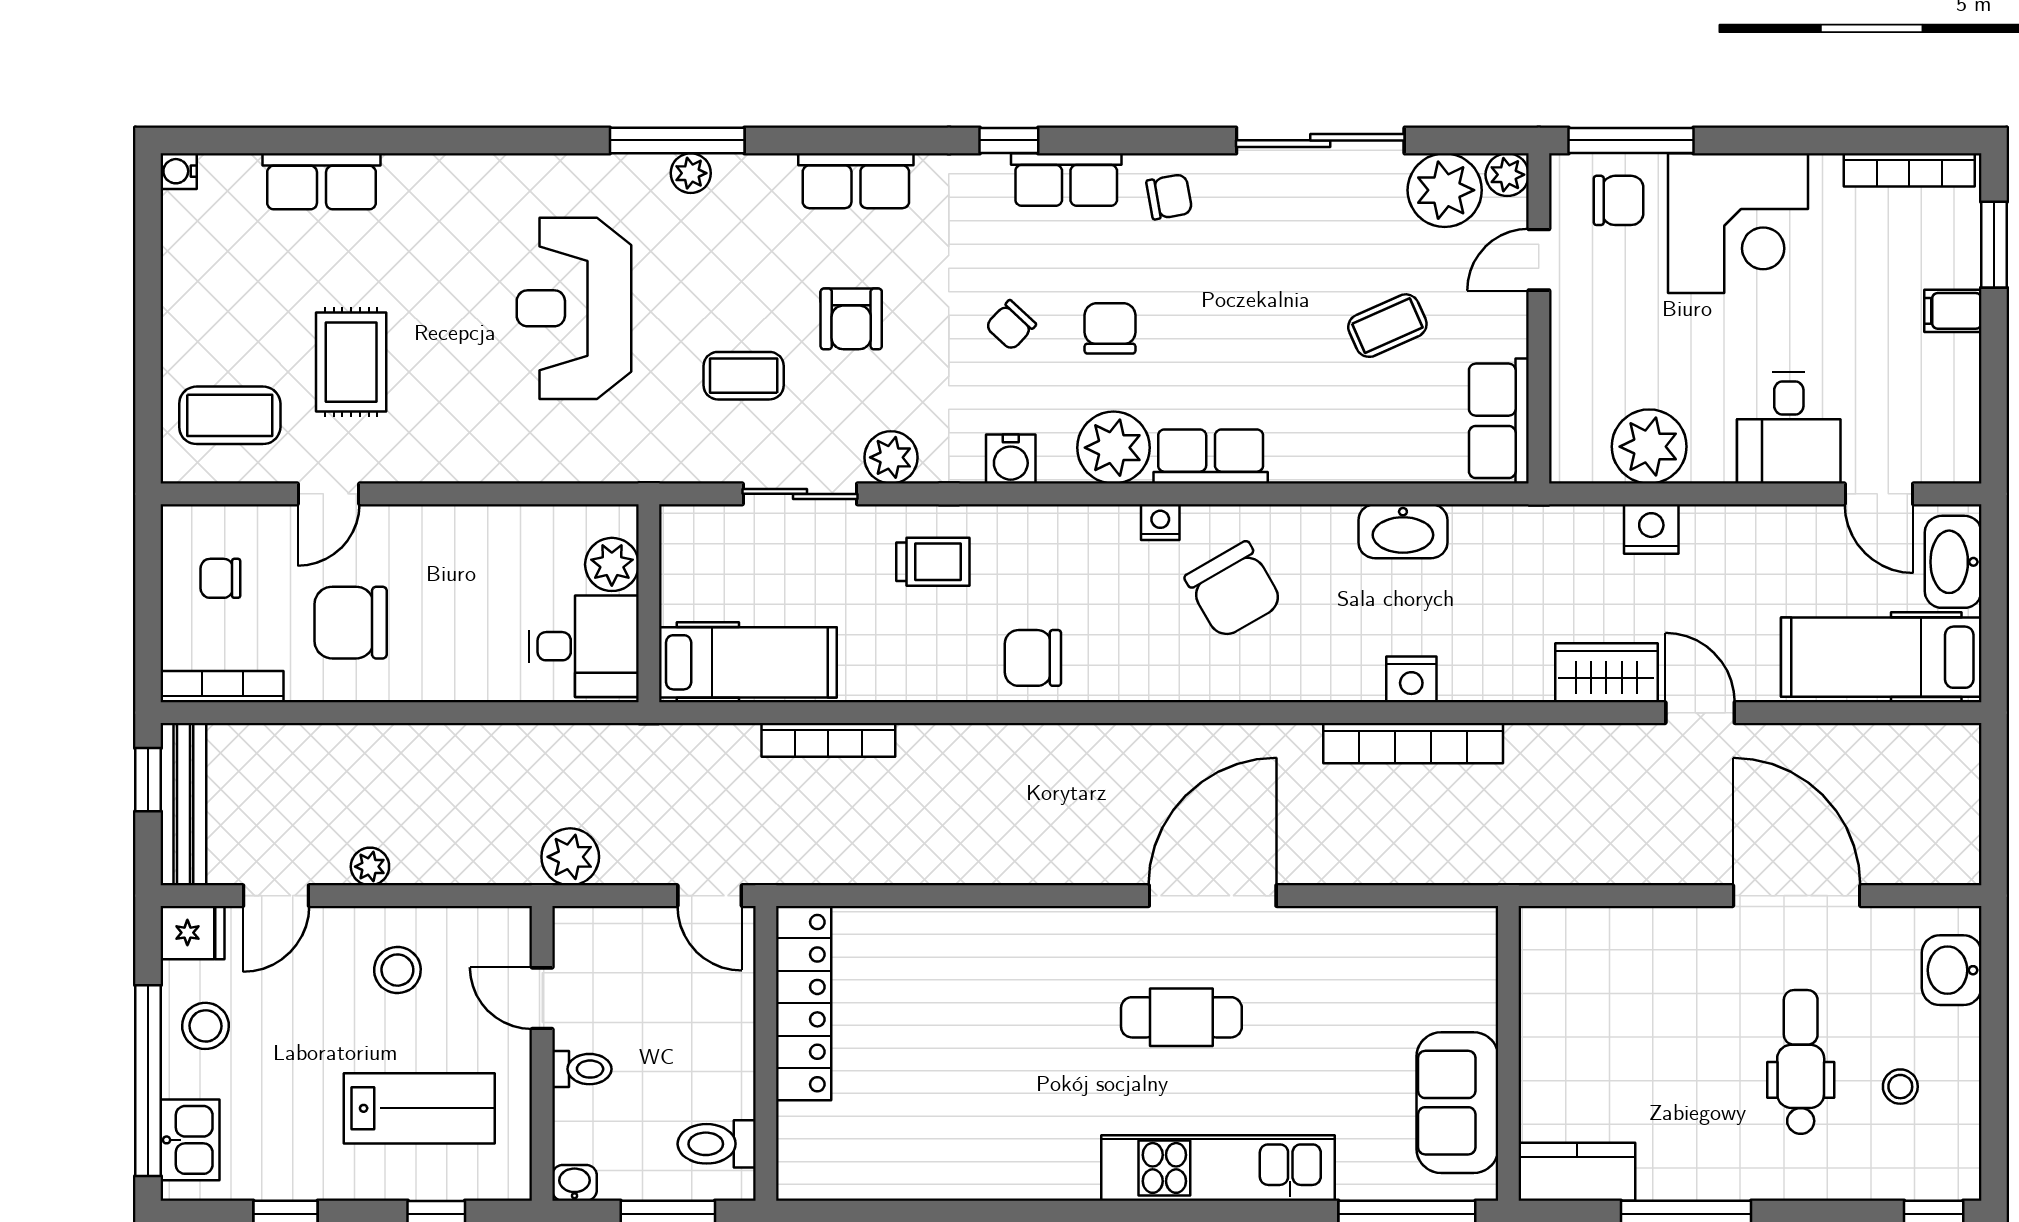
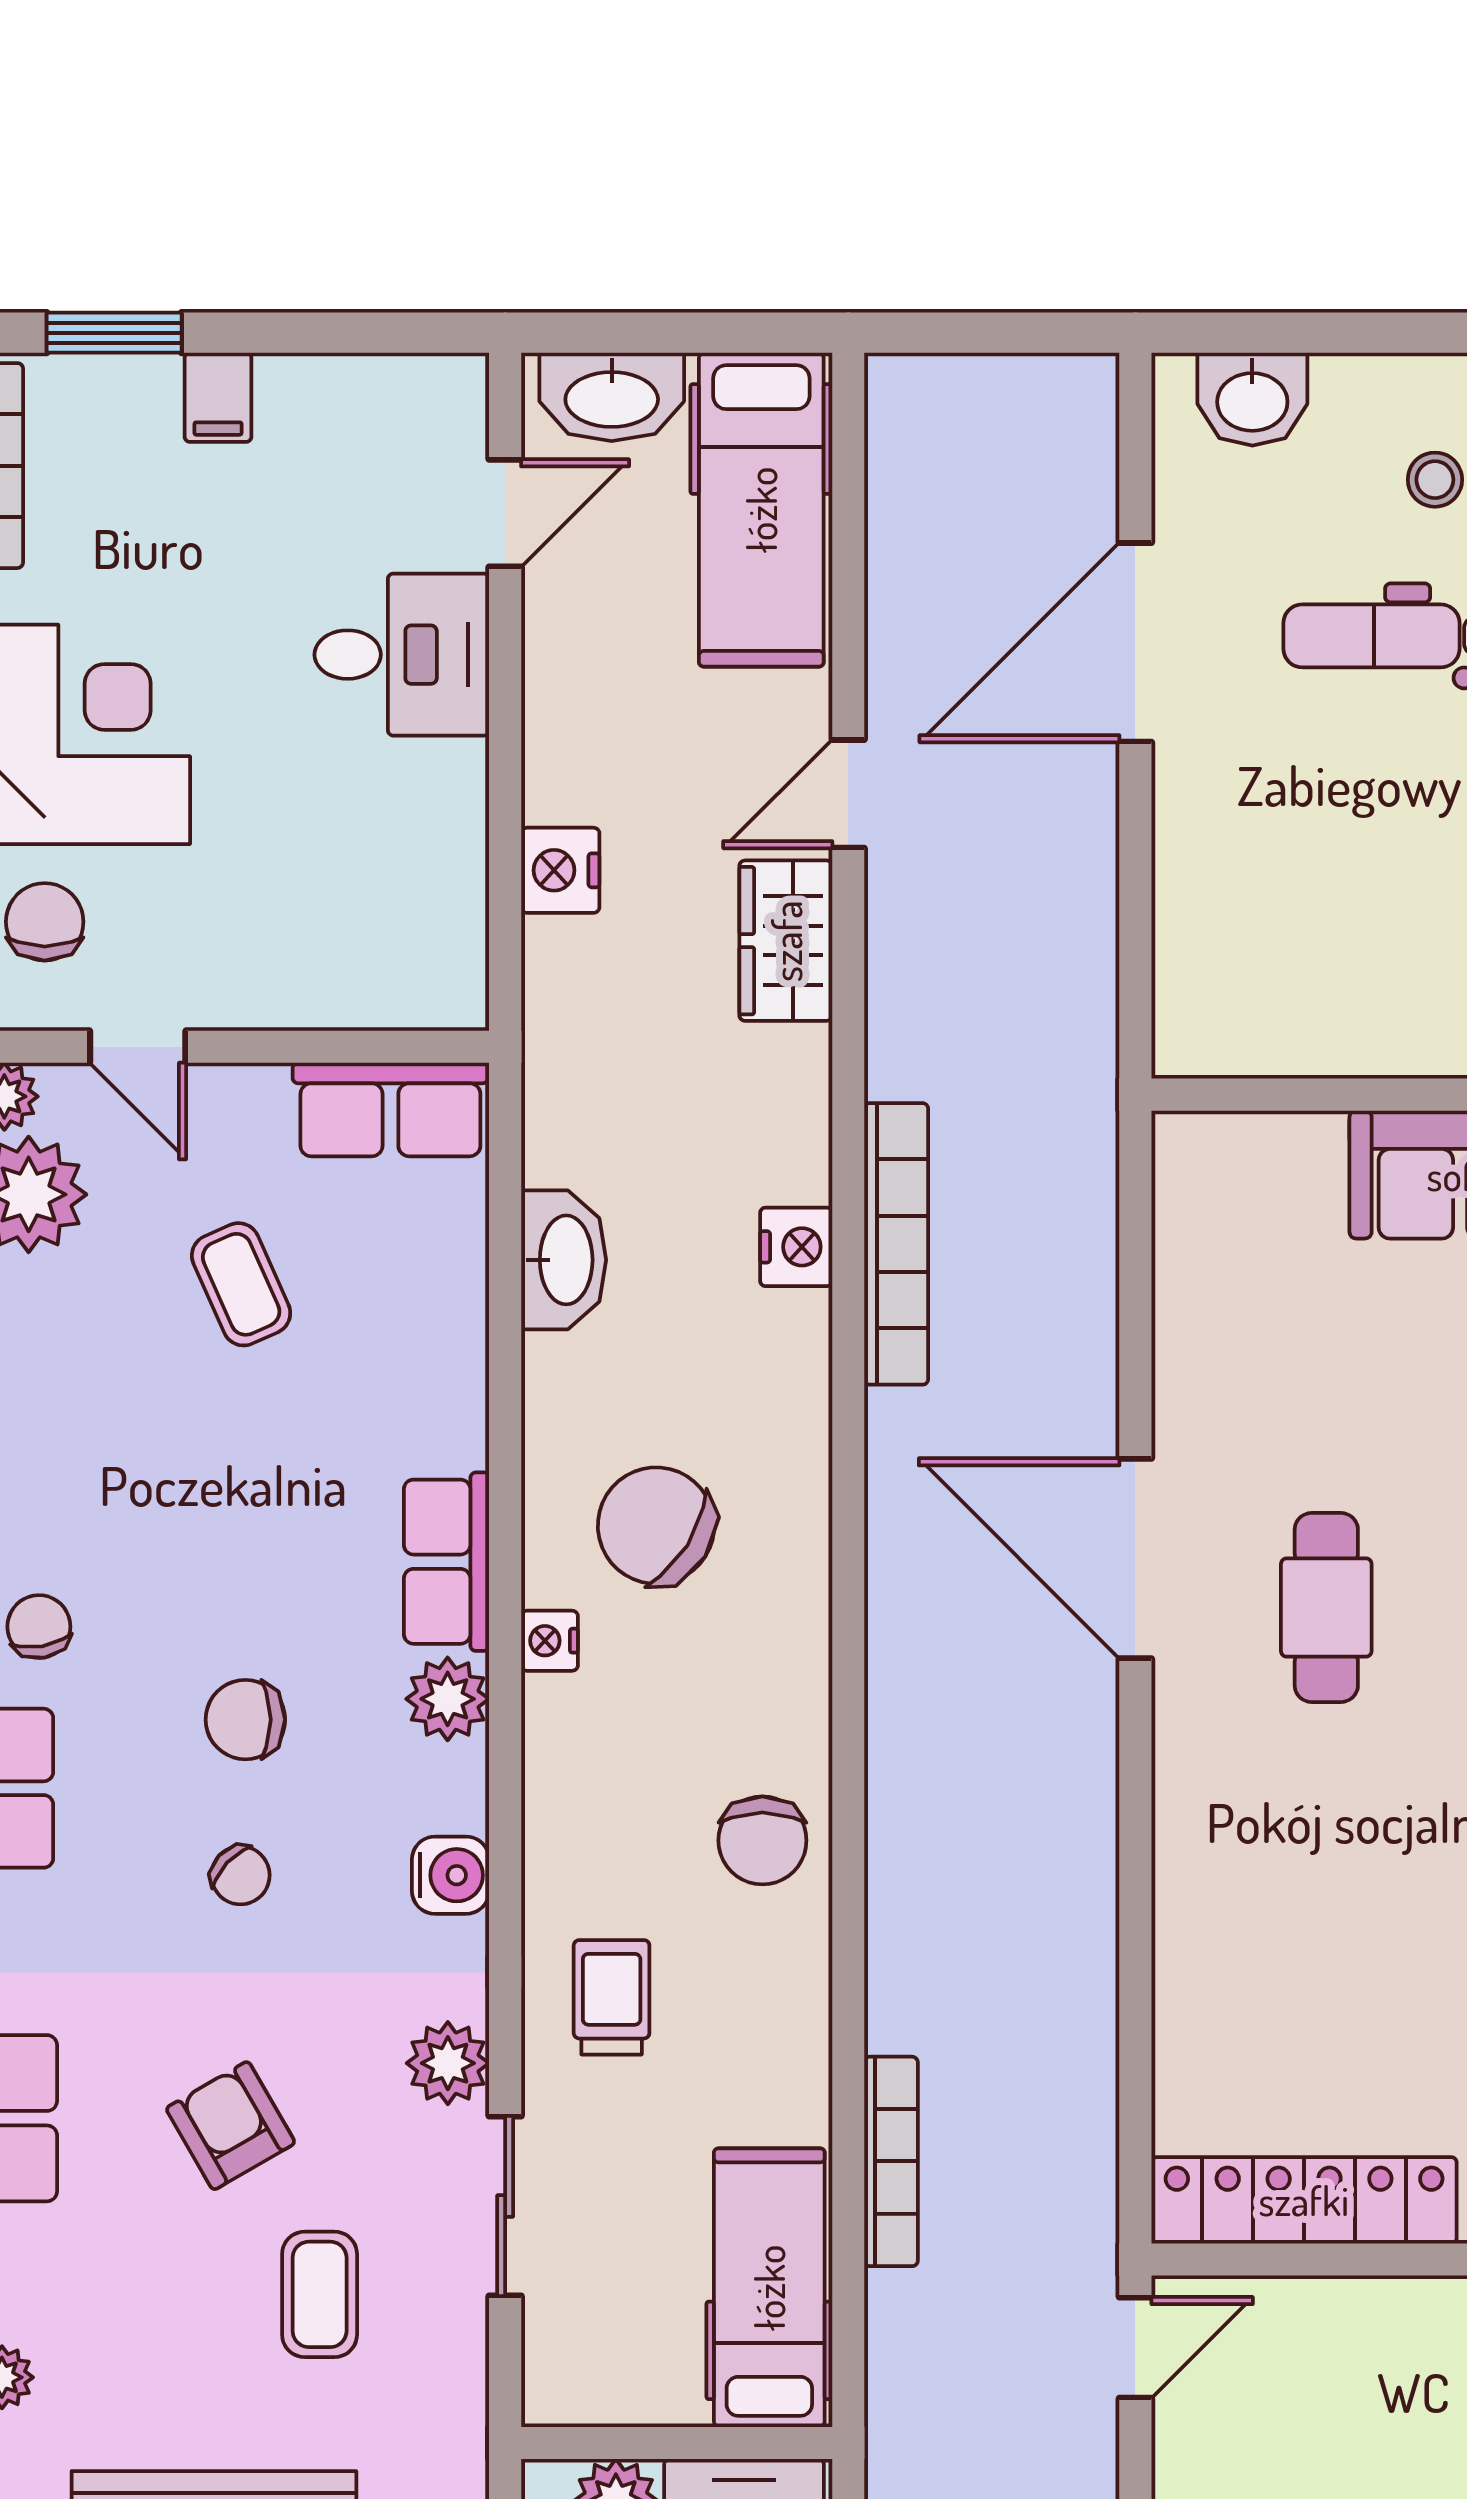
armchair: (851, 319) -> (231, 2126), turned -120
plant: (1649, 447) -> (431, 874), removed
plant: (1114, 448) -> (448, 1699), width x0.73, depth x0.73
chair: (1234, 590) -> (656, 1526), turned -118

